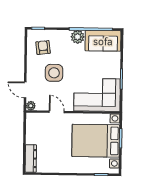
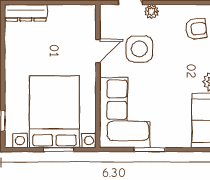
side table: (54, 73) -> (139, 49), moved
plant: (31, 106) -> (151, 11), moved

